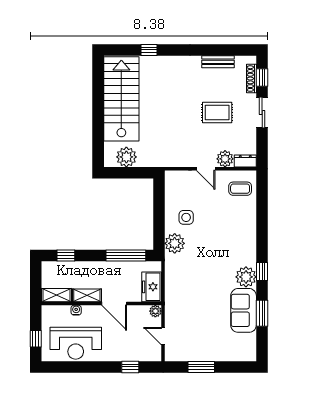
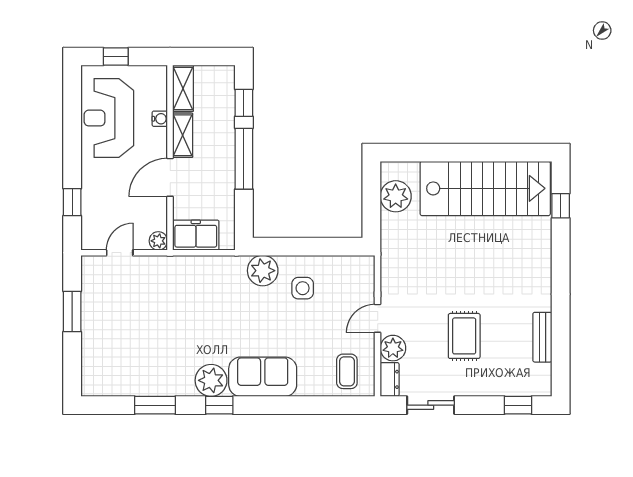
window: (149, 50) -> (561, 206), moved
shoe rack: (251, 79) -> (517, 389), removed
sliding door: (262, 113) -> (431, 405), moved
window: (126, 256) -> (244, 159), moved
sofa: (244, 310) -> (263, 377), moved

